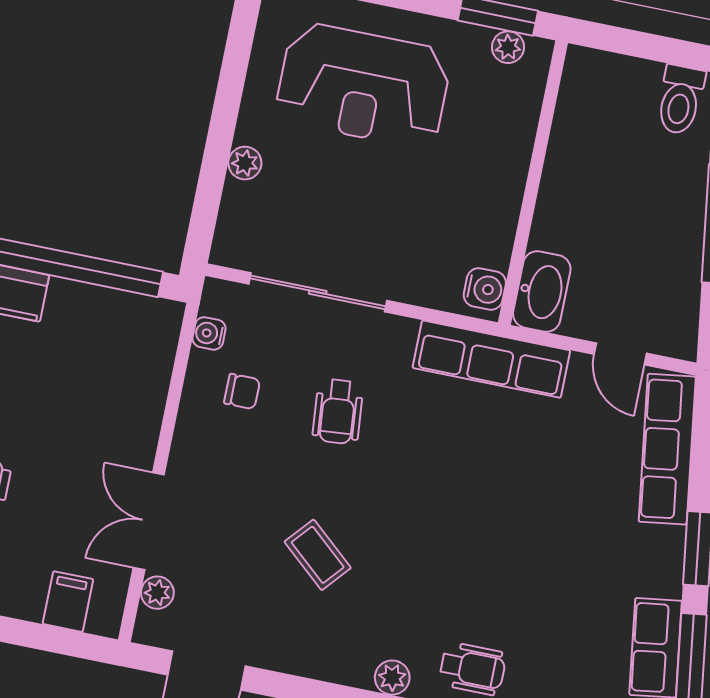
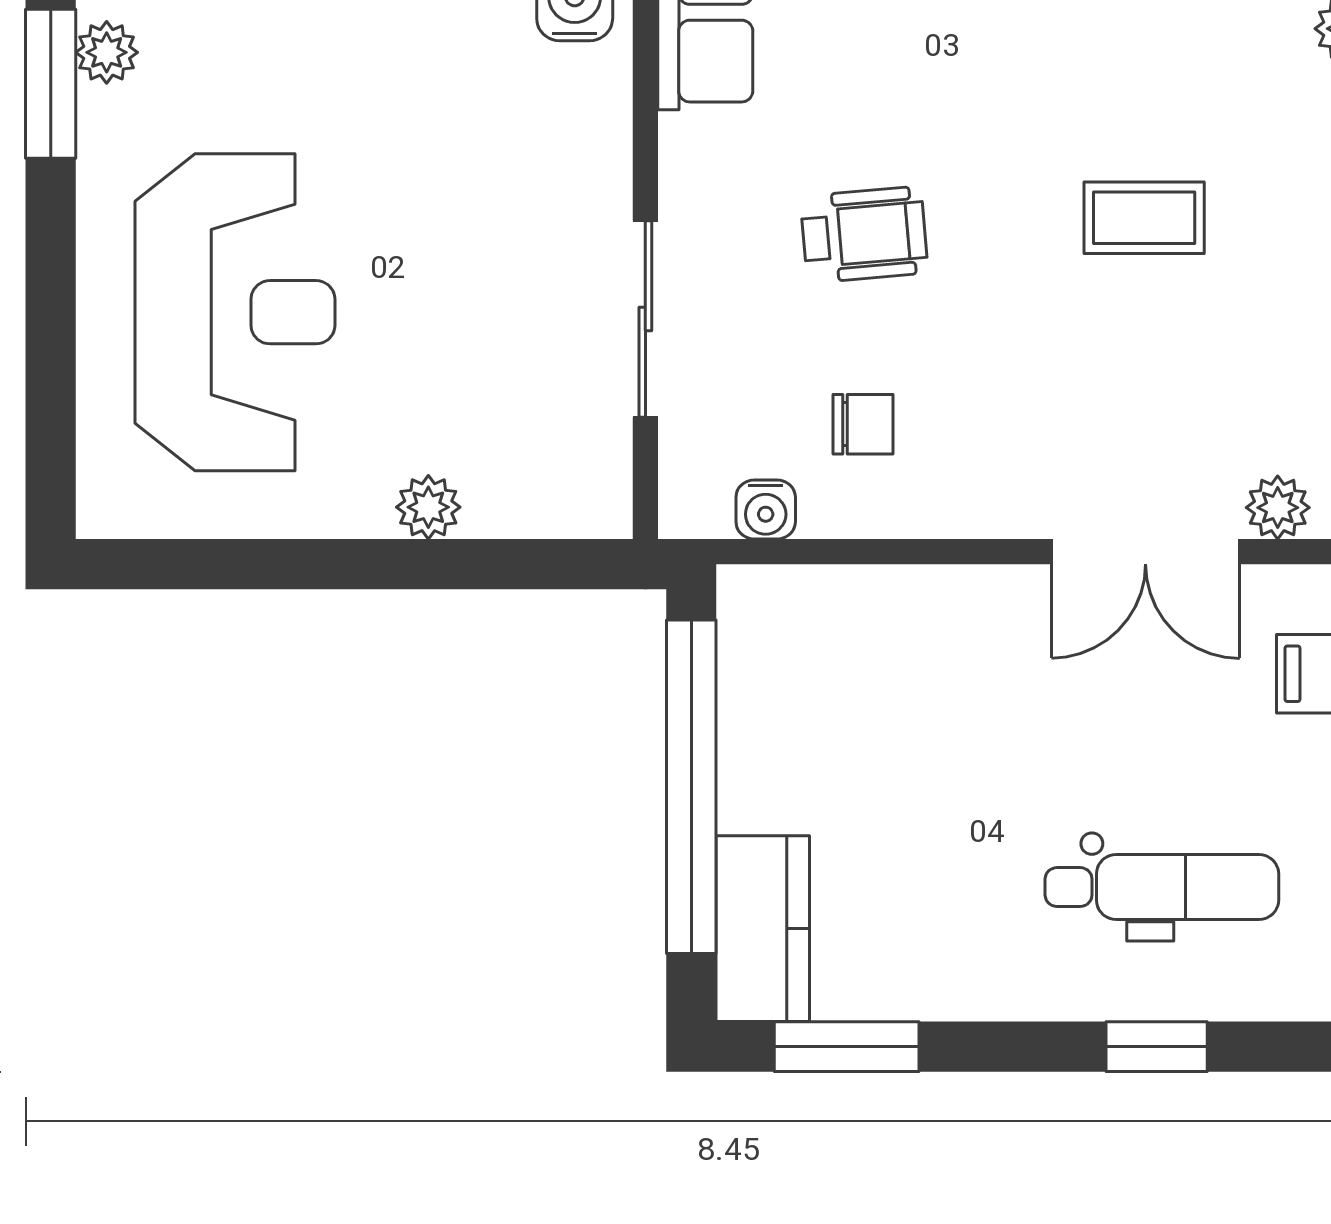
sliding door: (318, 292) -> (645, 319), width x0.73
chair: (242, 391) -> (863, 424), turned 90
coffee table: (318, 555) -> (1144, 218), turned 49

